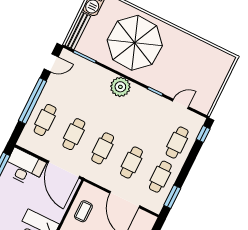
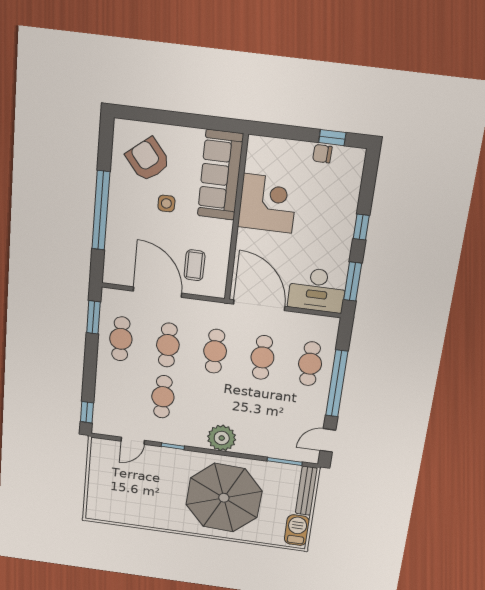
cafe table: (177, 143) -> (163, 397), moved
coffee table: (83, 211) -> (194, 265), moved

